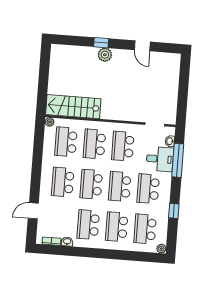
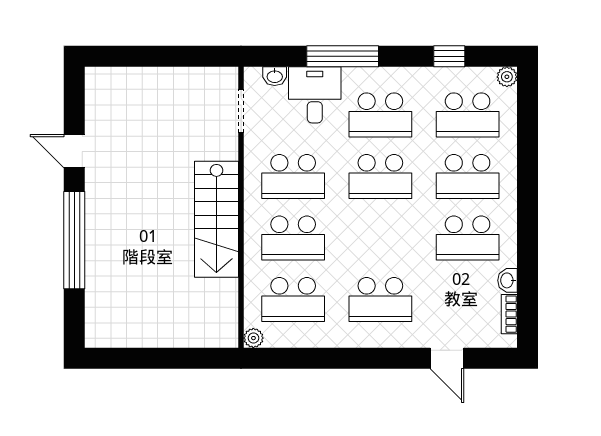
window: (101, 43) -> (74, 240), width x3.17
door: (142, 46) -> (74, 151), swing flipped
plant: (105, 55) -> (100, 230), removed
stairs: (73, 107) -> (216, 219), moved
window: (178, 160) -> (343, 56), moved
school desk: (91, 184) -> (380, 238), removed
window: (174, 211) -> (449, 56), moved

